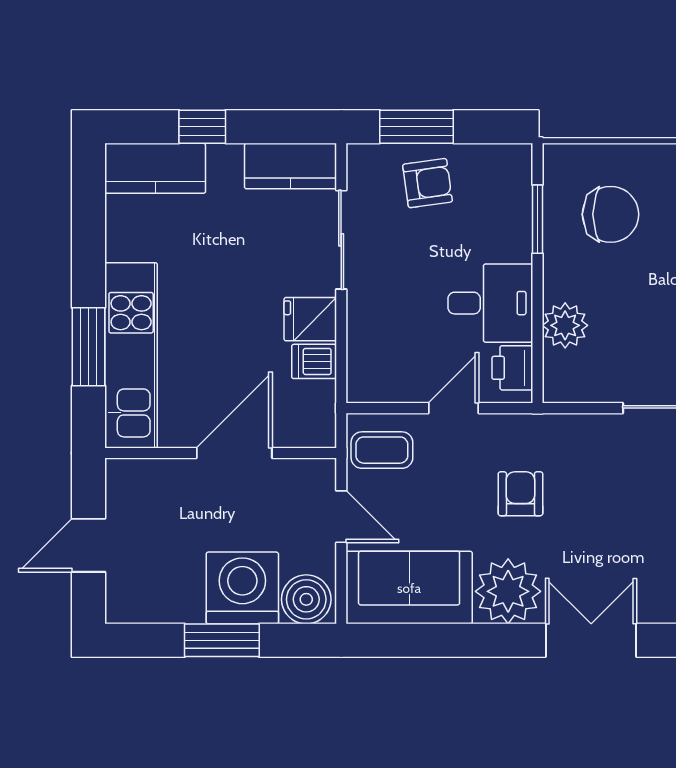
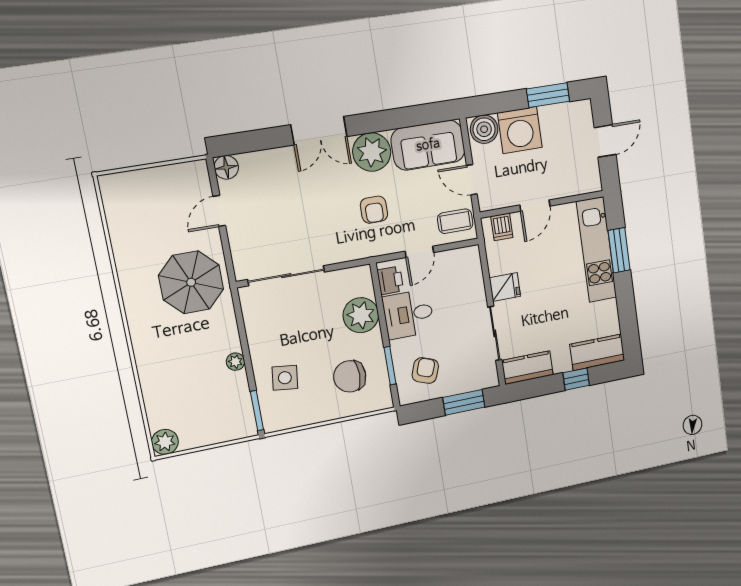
armchair: (427, 183) -> (425, 371), moved, turned 118
plant: (565, 325) -> (361, 315), width x1.36, depth x1.36
dishwasher: (314, 361) -> (502, 227), moved, turned 90
door: (234, 453) -> (535, 206), width x0.73
window: (222, 640) -> (548, 95), moved

